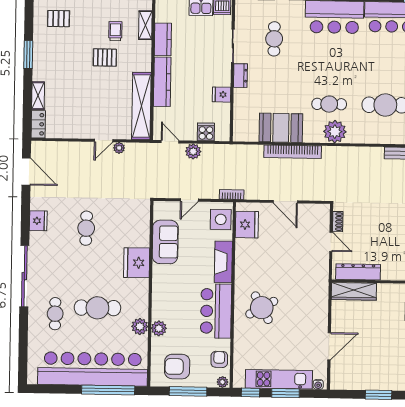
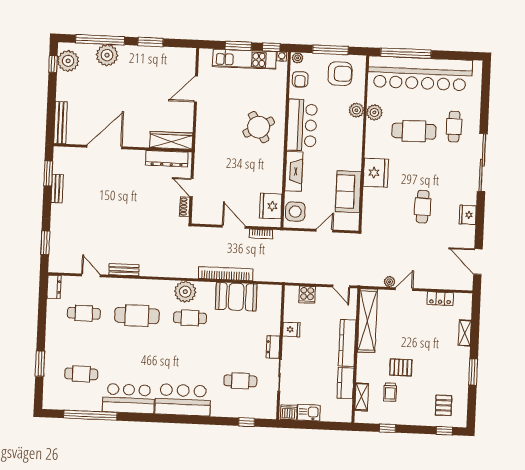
pallet: (59, 19) -> (444, 405), turned 90
cafe table: (274, 39) -> (240, 381), turned 90
locker: (38, 124) -> (440, 299), moved, turned -90
plant: (193, 151) -> (320, 277), removed
bookcase: (232, 194) -> (261, 234), moved
water cooler: (318, 384) -> (282, 56), moved

